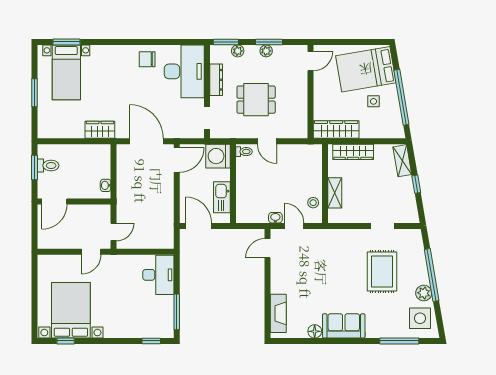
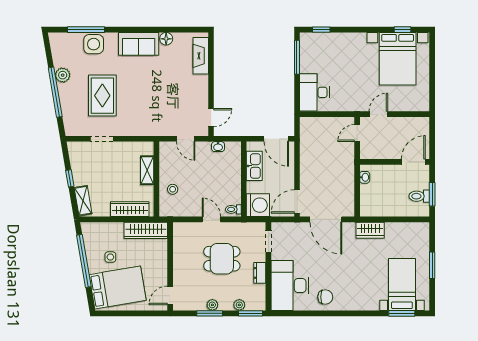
dresser: (216, 80) -> (260, 273), width x0.70
stool: (313, 203) -> (173, 189), moved
washbasin: (275, 218) -> (218, 147), moved
side table: (420, 318) -> (94, 44), moved

